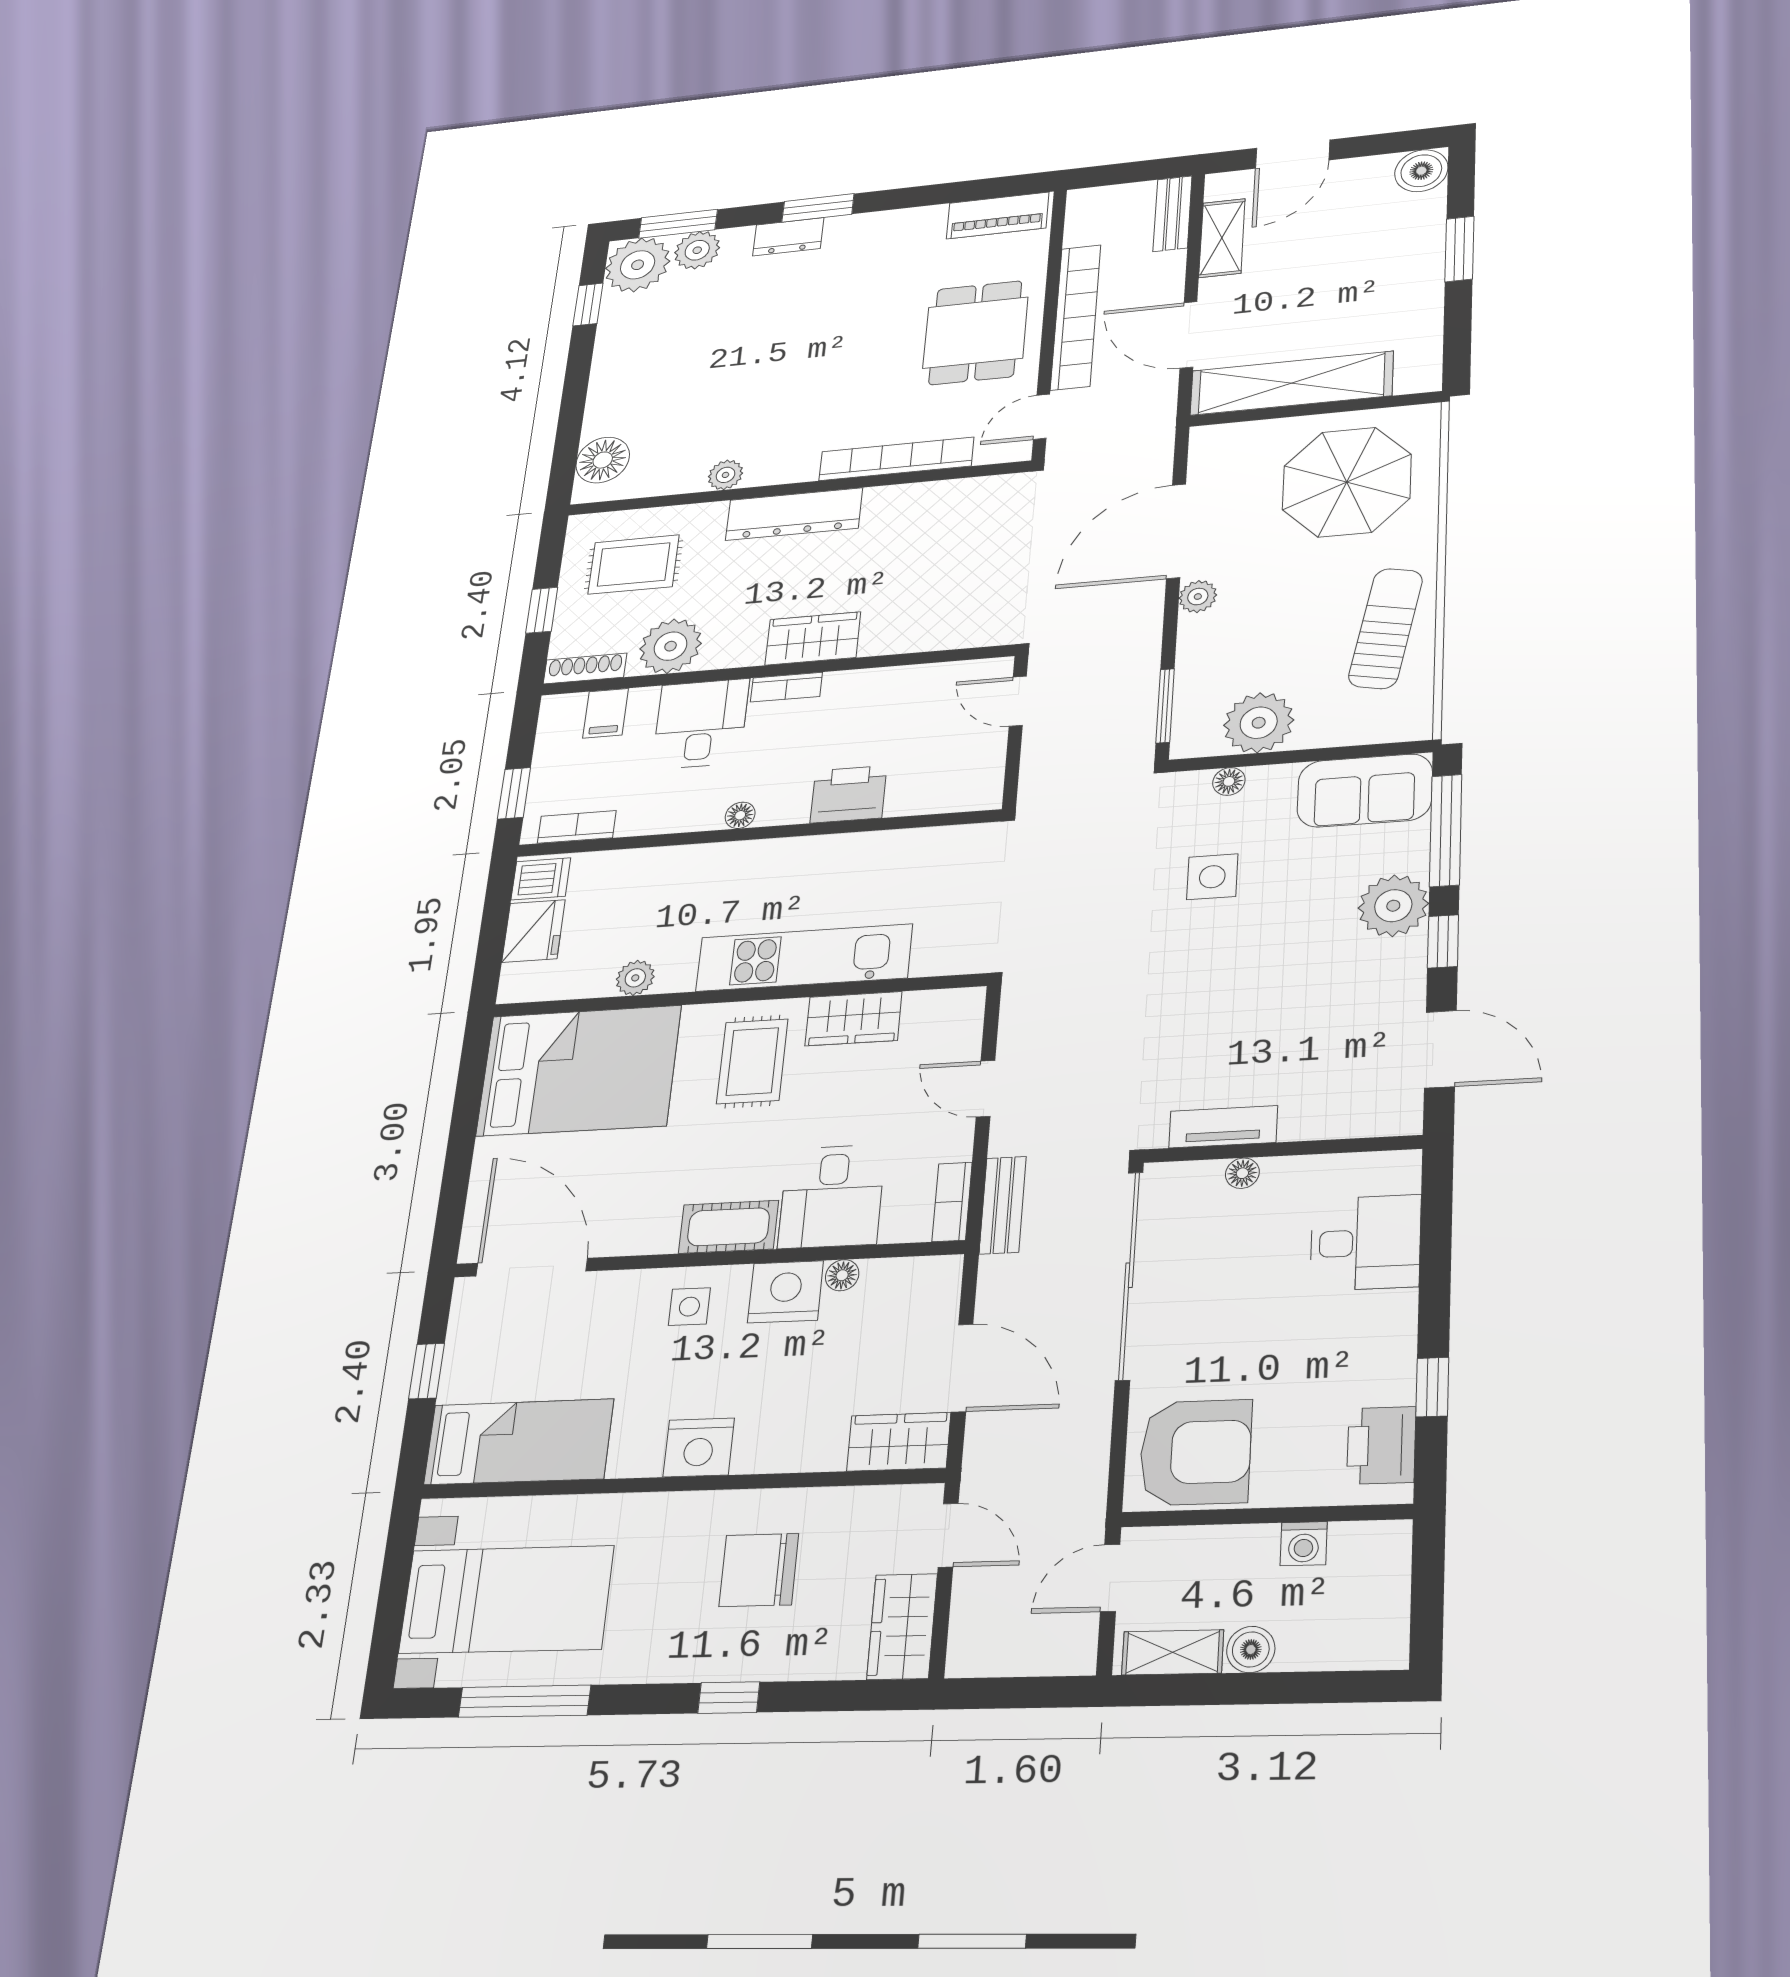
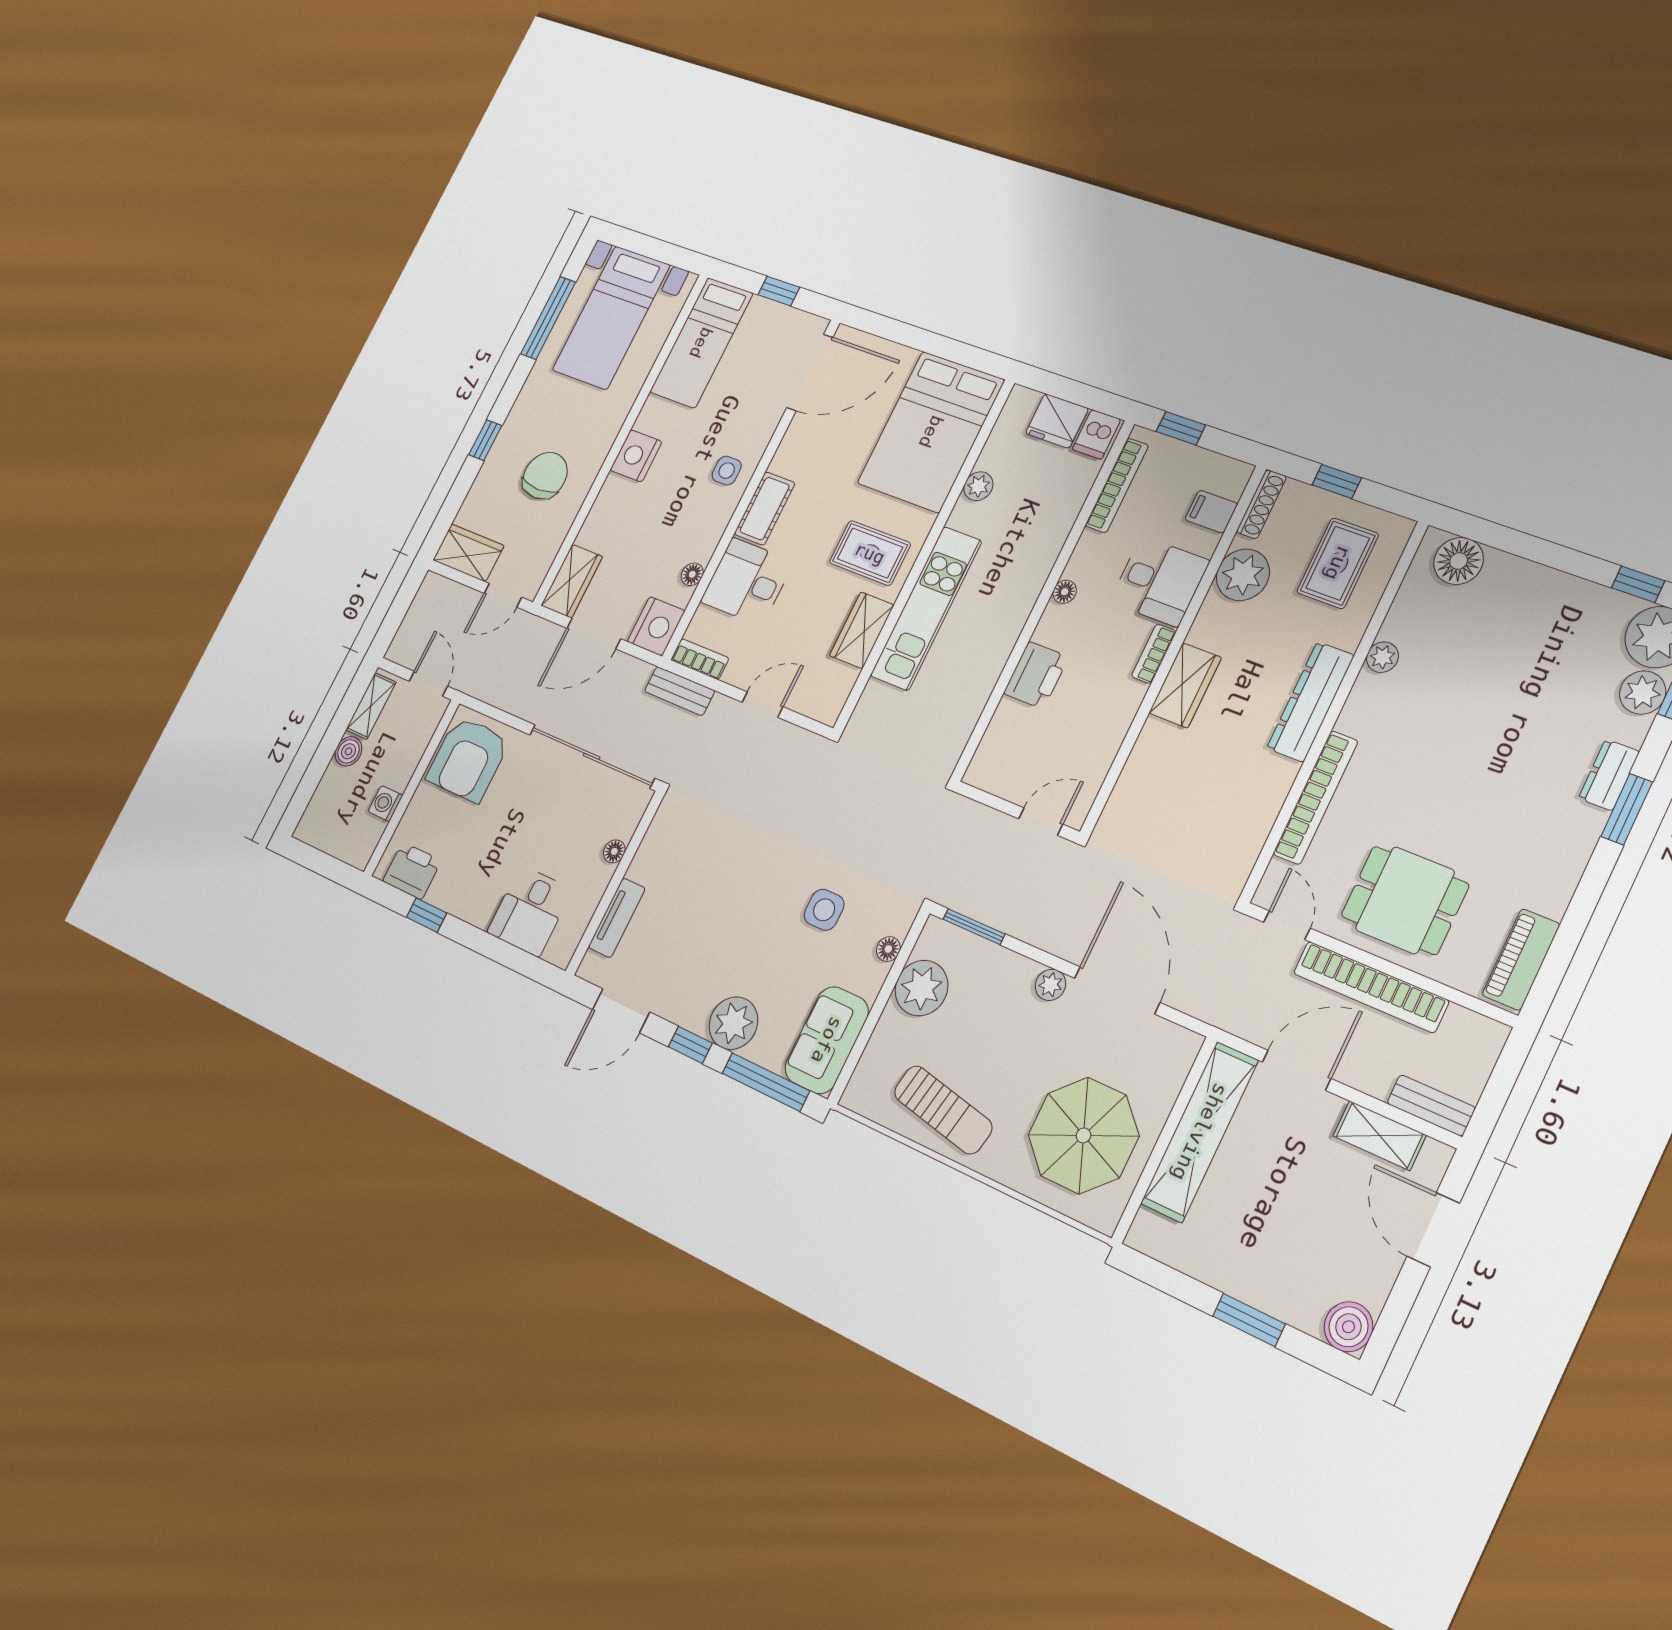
bookcase: (577, 827) -> (1117, 485), width x1.56
tv unit: (1223, 1127) -> (617, 918), moved
nightstand: (785, 1292) -> (656, 626), moved

